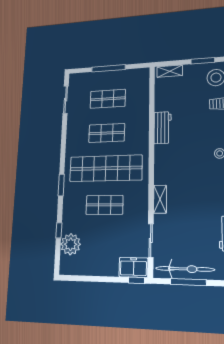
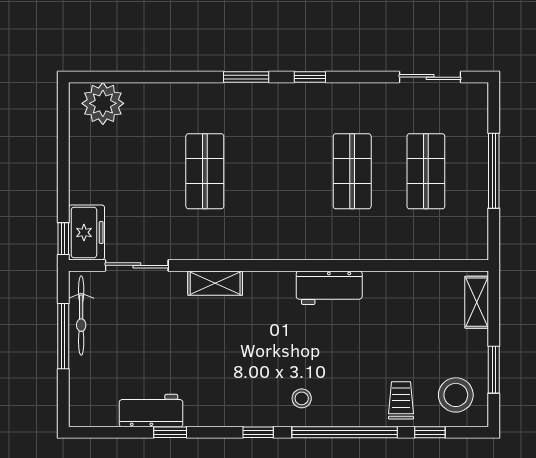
workbench: (163, 128) -> (329, 288), moved
shop shelf: (106, 168) -> (278, 171), removed
window: (59, 230) -> (310, 77), moved
plant: (71, 244) -> (103, 103), moved
bicycle: (185, 269) -> (81, 316), width x0.73, depth x0.71

